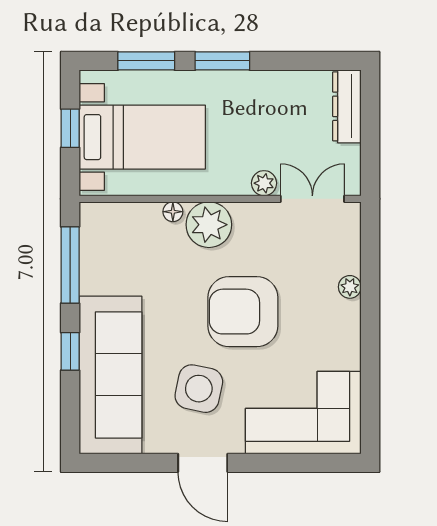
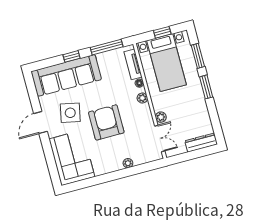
tv unit: (126, 215) -> (133, 64), added
plant: (209, 225) -> (142, 98), width x0.53, depth x0.53

